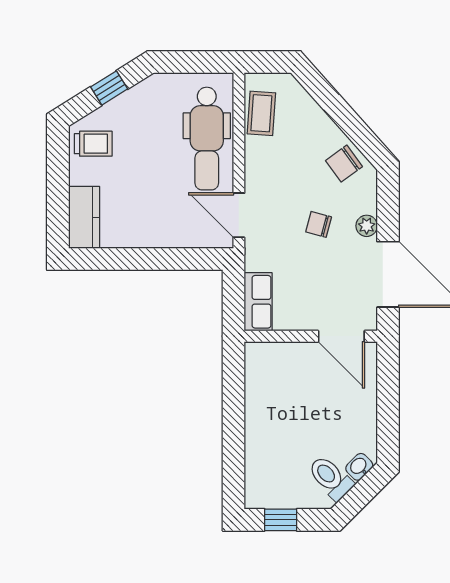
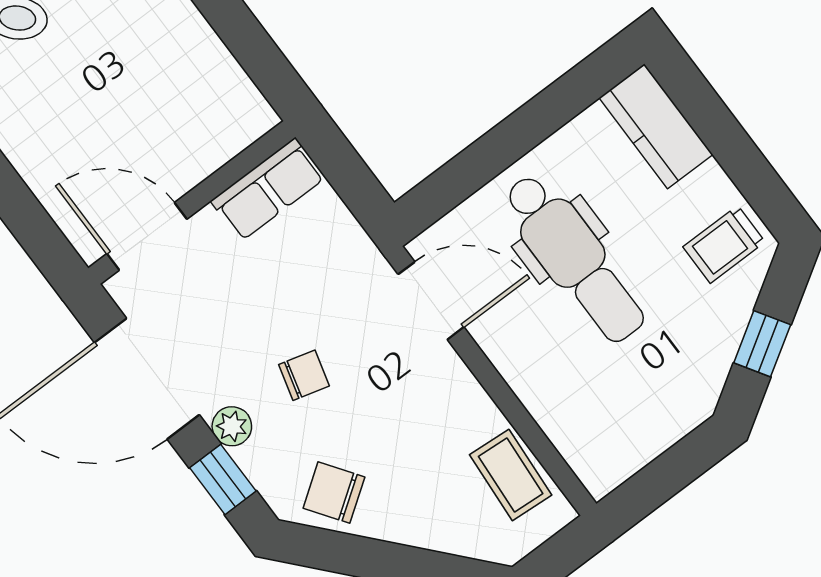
dental chair: (207, 139) -> (574, 258), moved, turned 180
chair: (344, 164) -> (334, 493), turned -89
window: (388, 206) -> (223, 479), added
row of seats: (258, 302) -> (268, 189), moved, turned -90

